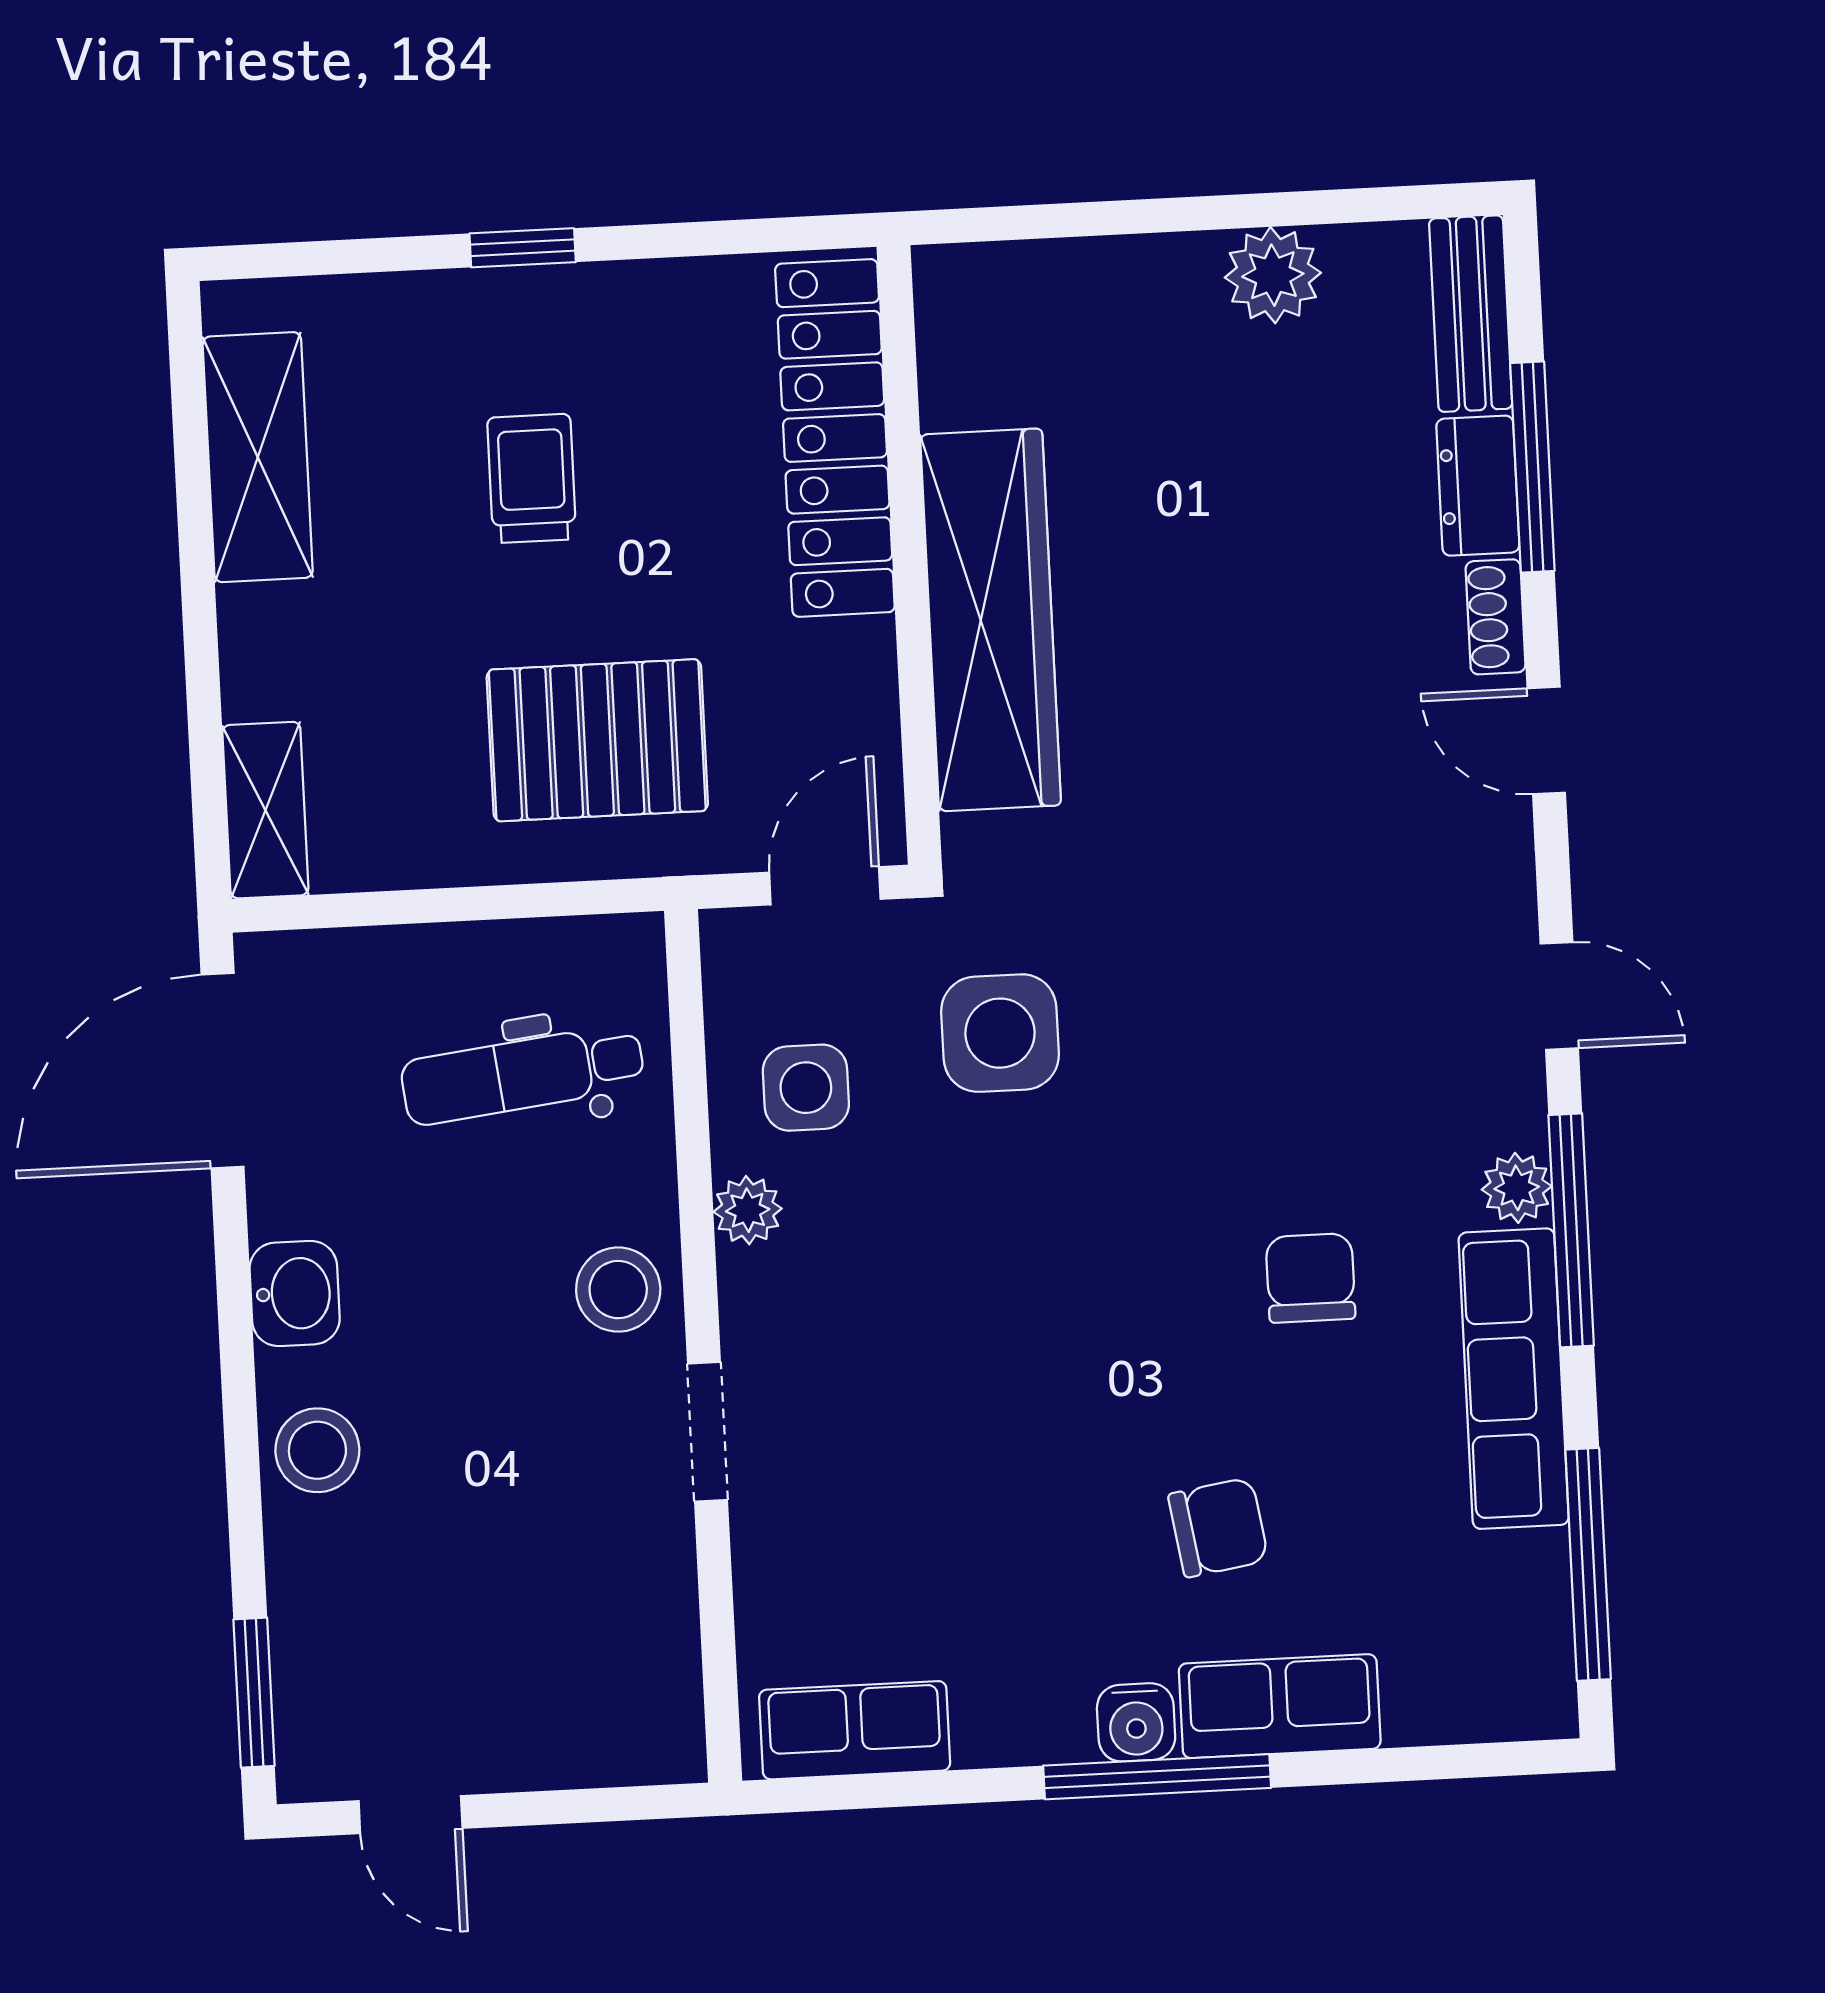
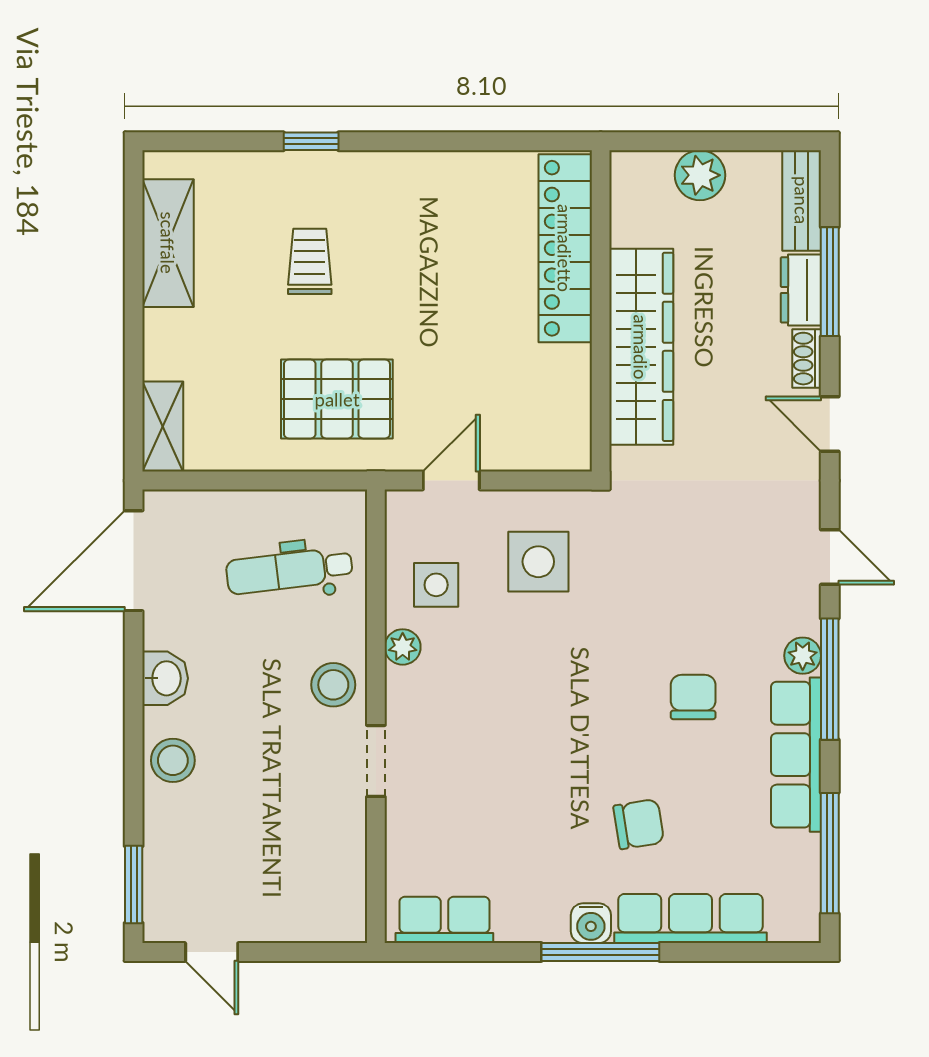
locker: (835, 438) -> (565, 248), moved
wall: (909, 555) -> (601, 311), moved
wardrobe: (991, 620) -> (641, 347), moved
row of seats: (1280, 1706) -> (690, 919), width x1.48

